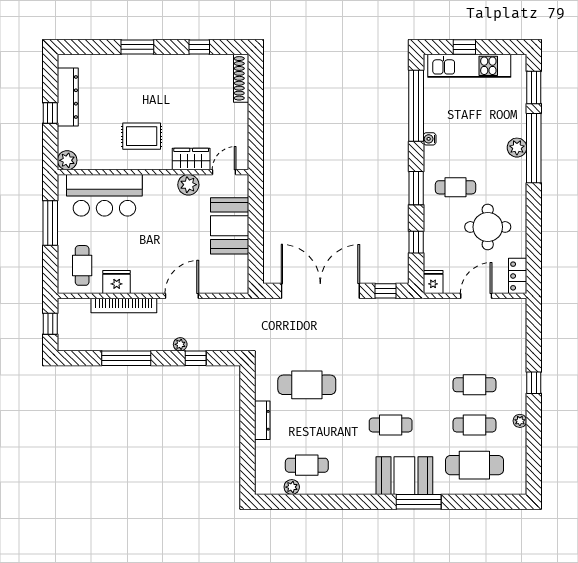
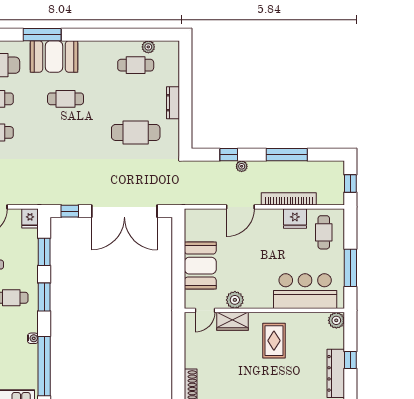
rug: (142, 136) -> (274, 341), turned 90
window: (416, 242) -> (44, 252), width x1.50

